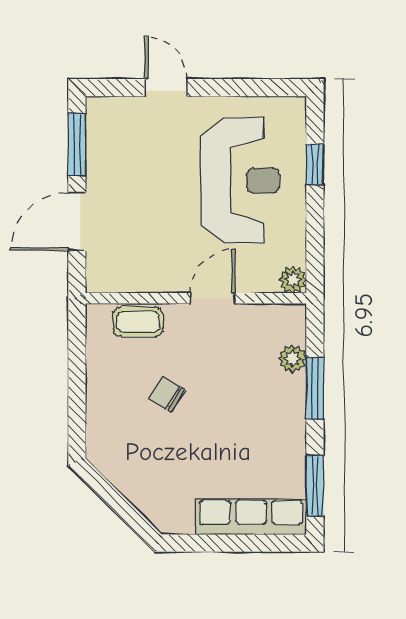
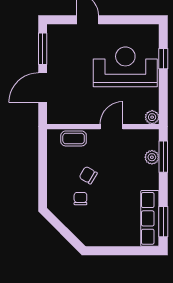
reception desk: (240, 180) -> (125, 67), turned -90
window: (315, 388) -> (163, 157), moved
chair: (152, 440) -> (80, 199), added
row of seats: (251, 517) -> (150, 218), moved, turned -90

